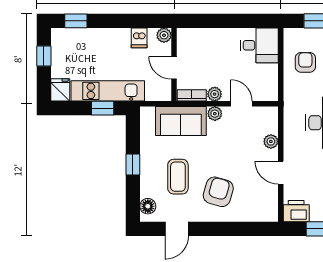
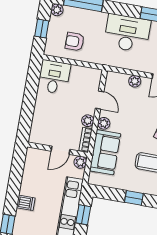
plant: (164, 35) -> (80, 162), moved
dishwasher: (139, 38) -> (26, 203), moved
door: (241, 104) -> (100, 100), swing flipped

